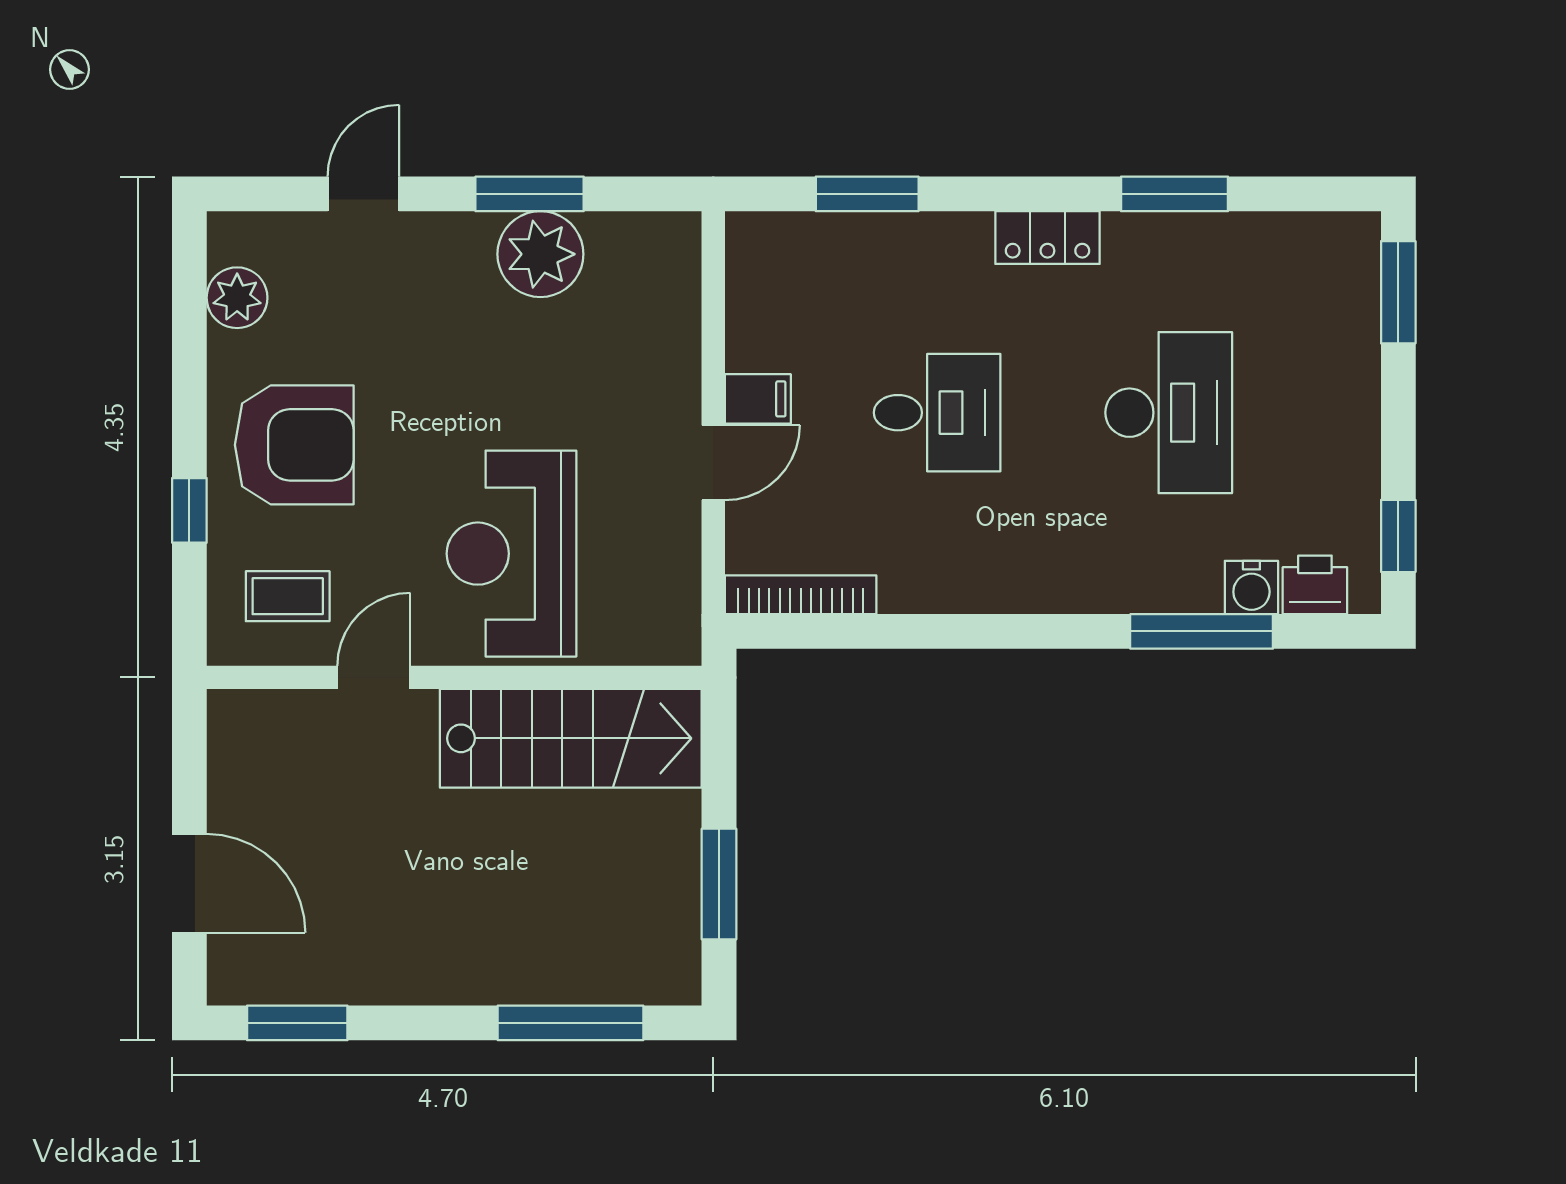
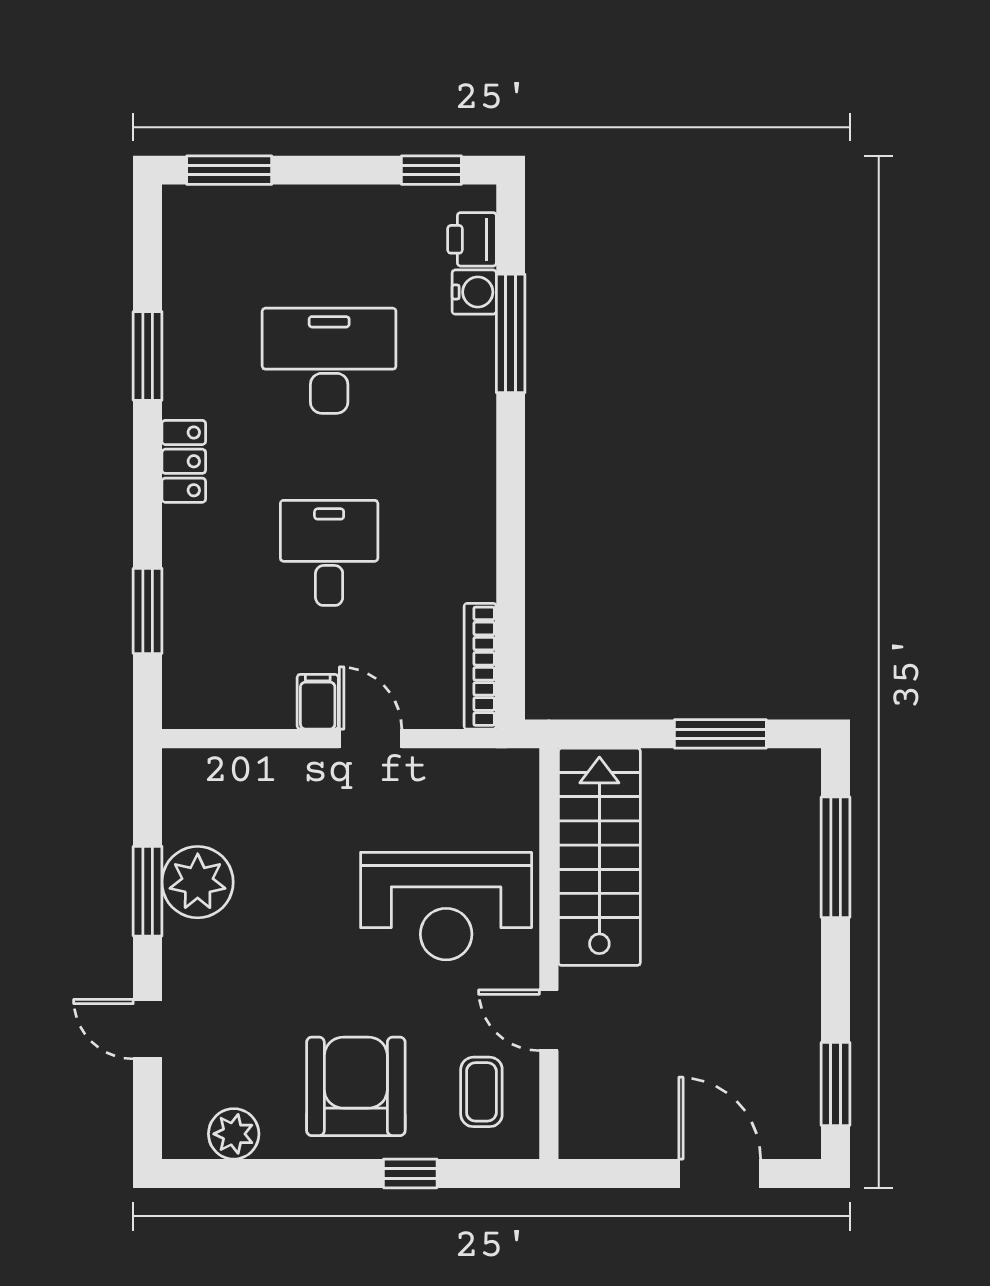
door: (189, 883) -> (720, 1173), hinge flipped

